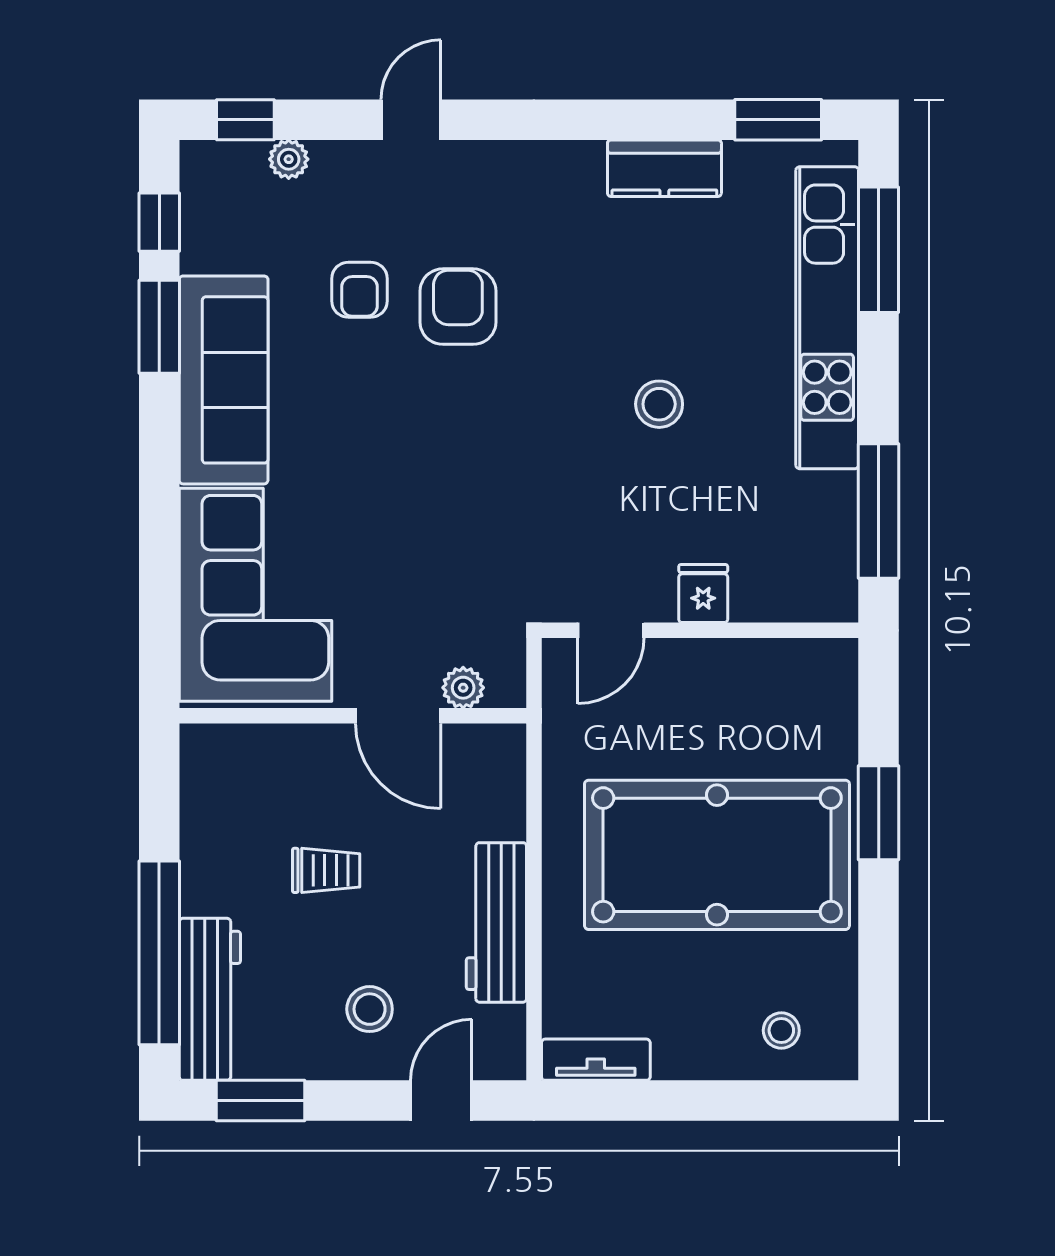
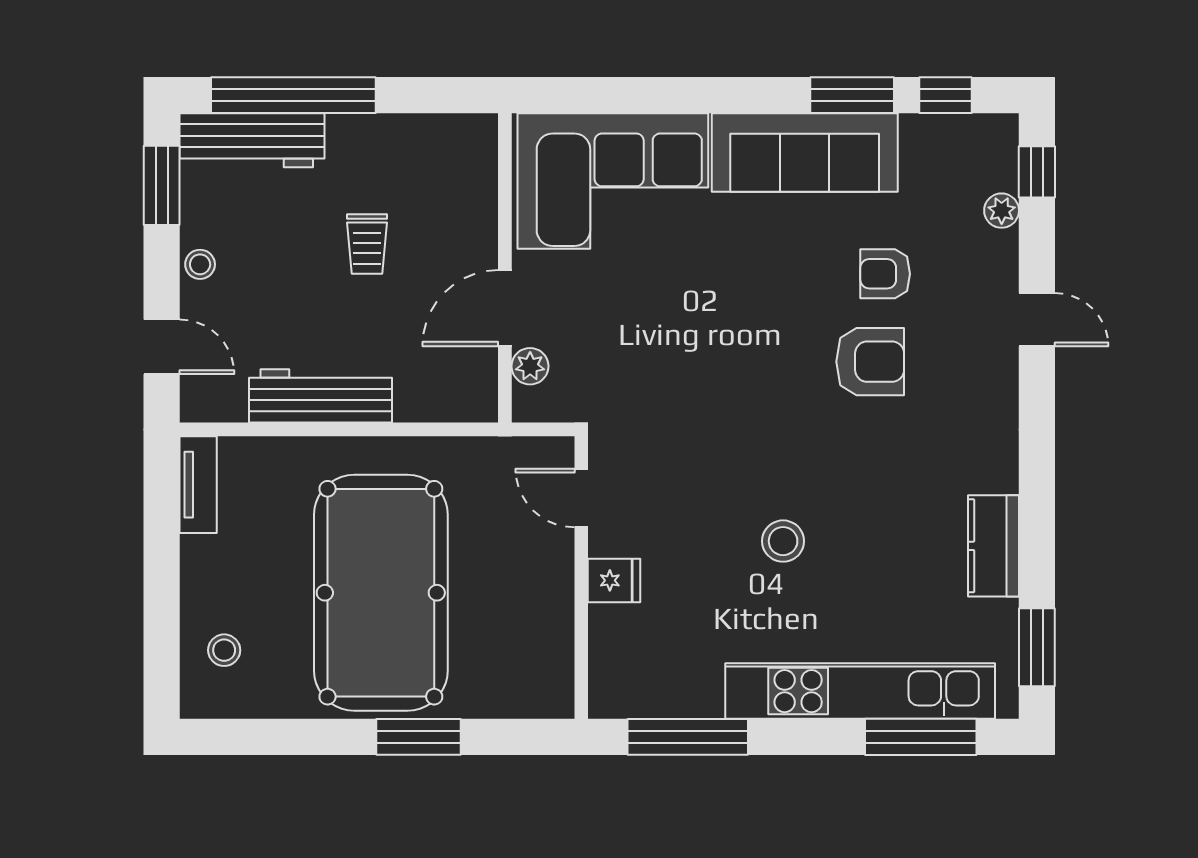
stool: (370, 1009) -> (200, 264), moved, width x0.73, depth x0.73

